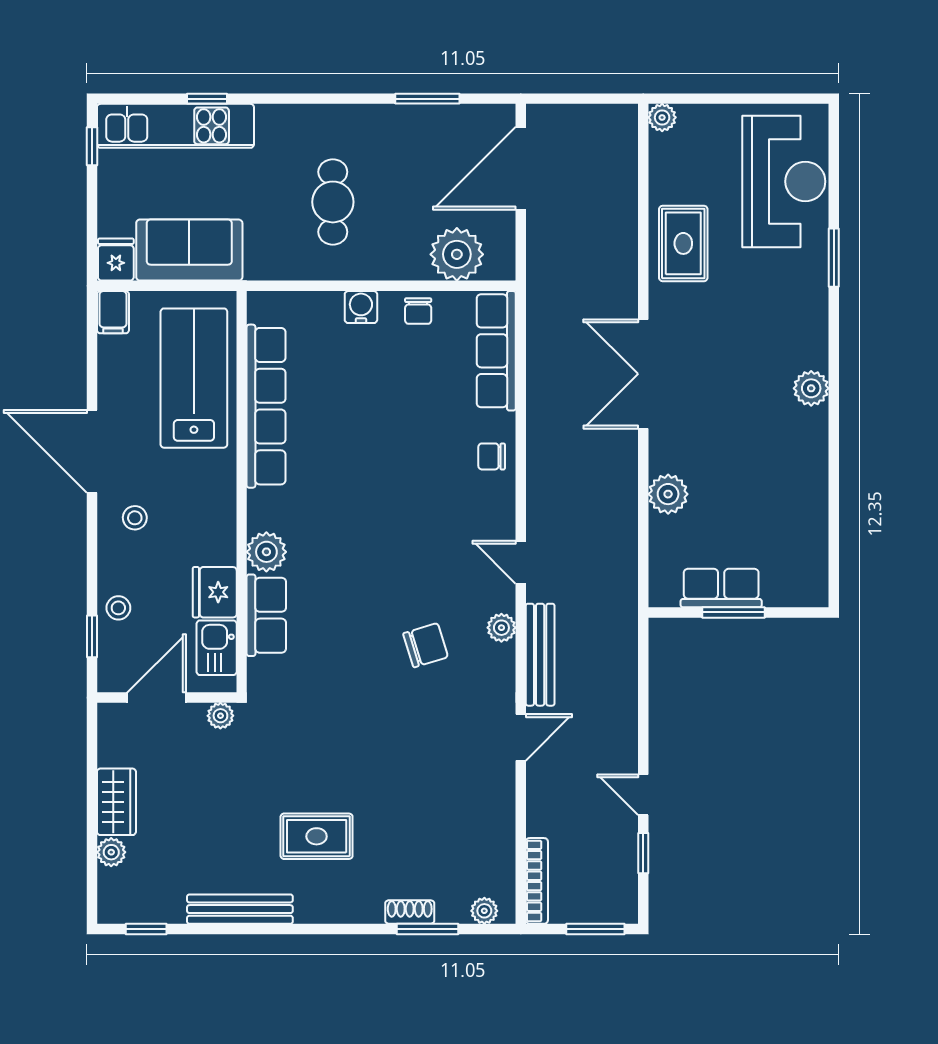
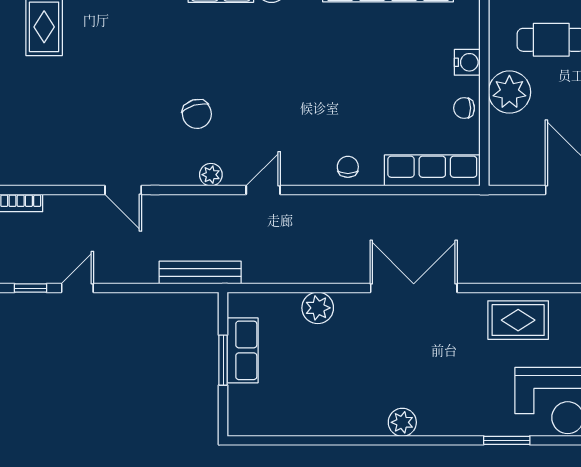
plant: (457, 254) -> (509, 92), moved
bench: (540, 655) -> (200, 272), moved

